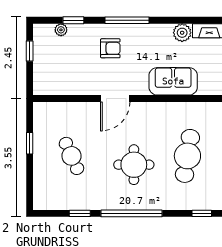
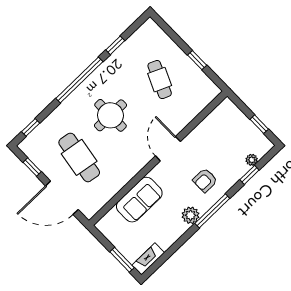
plant: (182, 33) -> (191, 215), moved
cafe table: (71, 156) -> (160, 80), turned 48

